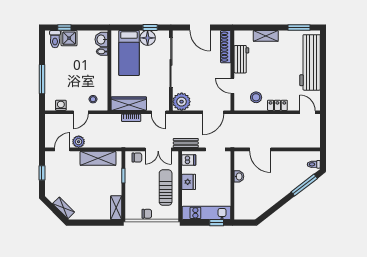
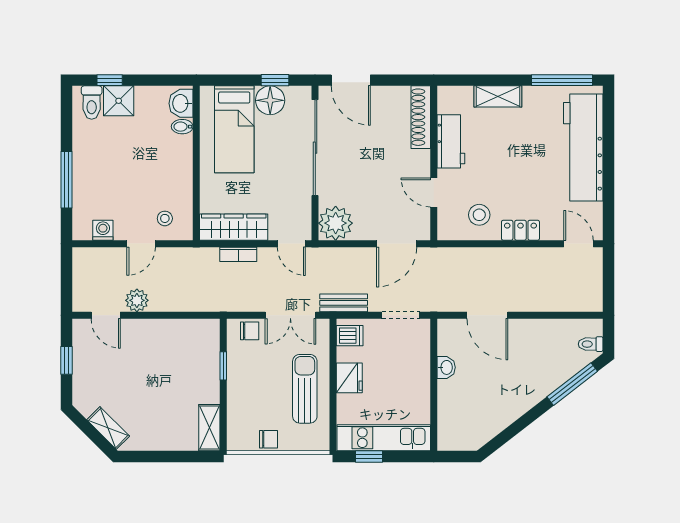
door: (200, 27) -> (351, 80), moved
window: (299, 27) -> (562, 80), width x1.44
door: (62, 149) -> (106, 315), swing flipped
shelving: (98, 158) -> (174, 332), removed
window: (217, 223) -> (369, 456), moved

